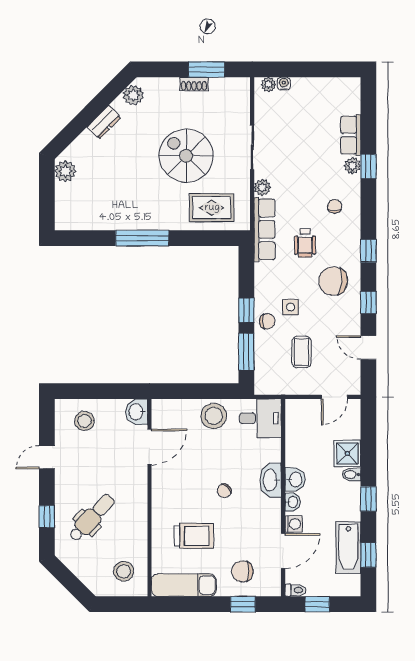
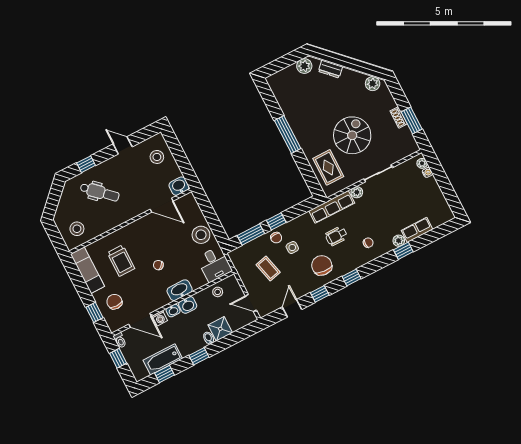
dresser: (104, 122) -> (330, 69), moved
coffee table: (301, 352) -> (268, 268), turned 76
stool: (298, 432) -> (218, 292), added

